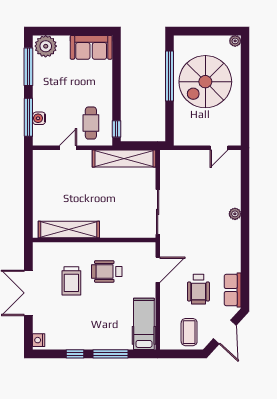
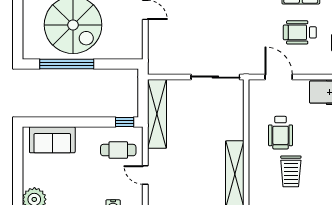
sofa: (91, 47) -> (52, 140), moved, turned 90
trolley: (71, 281) -> (291, 171), turned 90
wheelchair: (198, 289) -> (300, 32), turned 180

